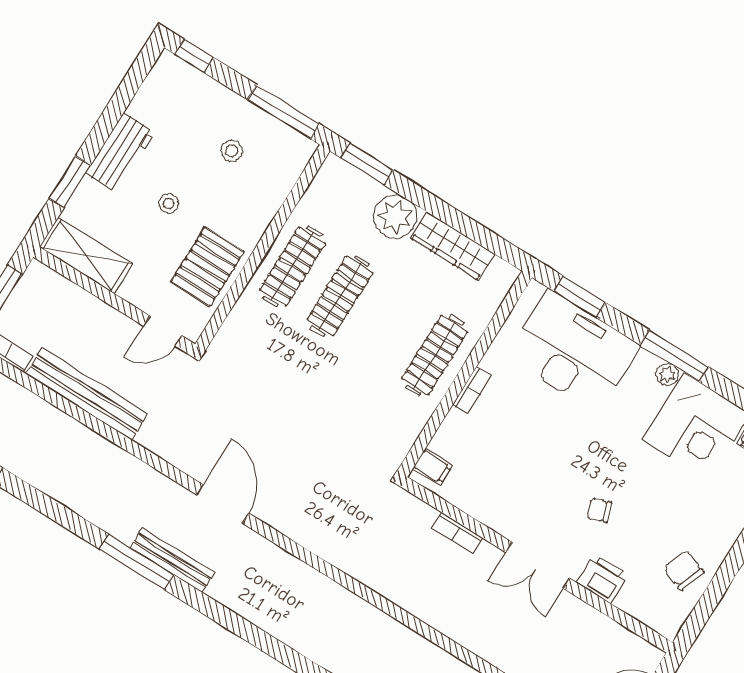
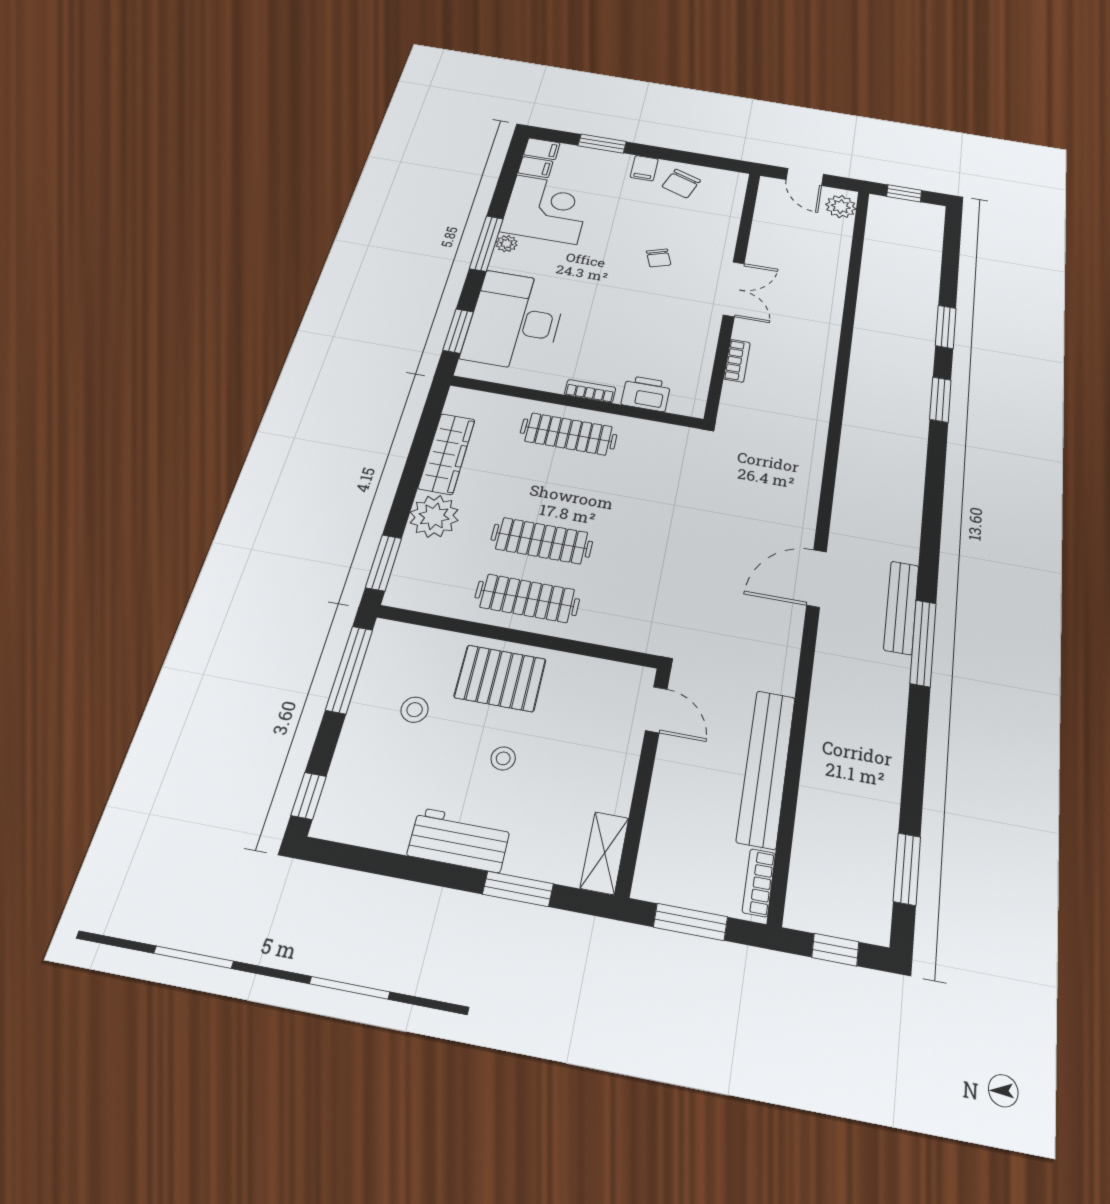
shelving: (86, 255) -> (605, 853), width x0.67, depth x0.75
pallet: (208, 267) -> (500, 678), moved
filing cabinet: (432, 467) -> (644, 168), moved, turned 180
printer: (602, 579) -> (646, 393), moved, turned 90

